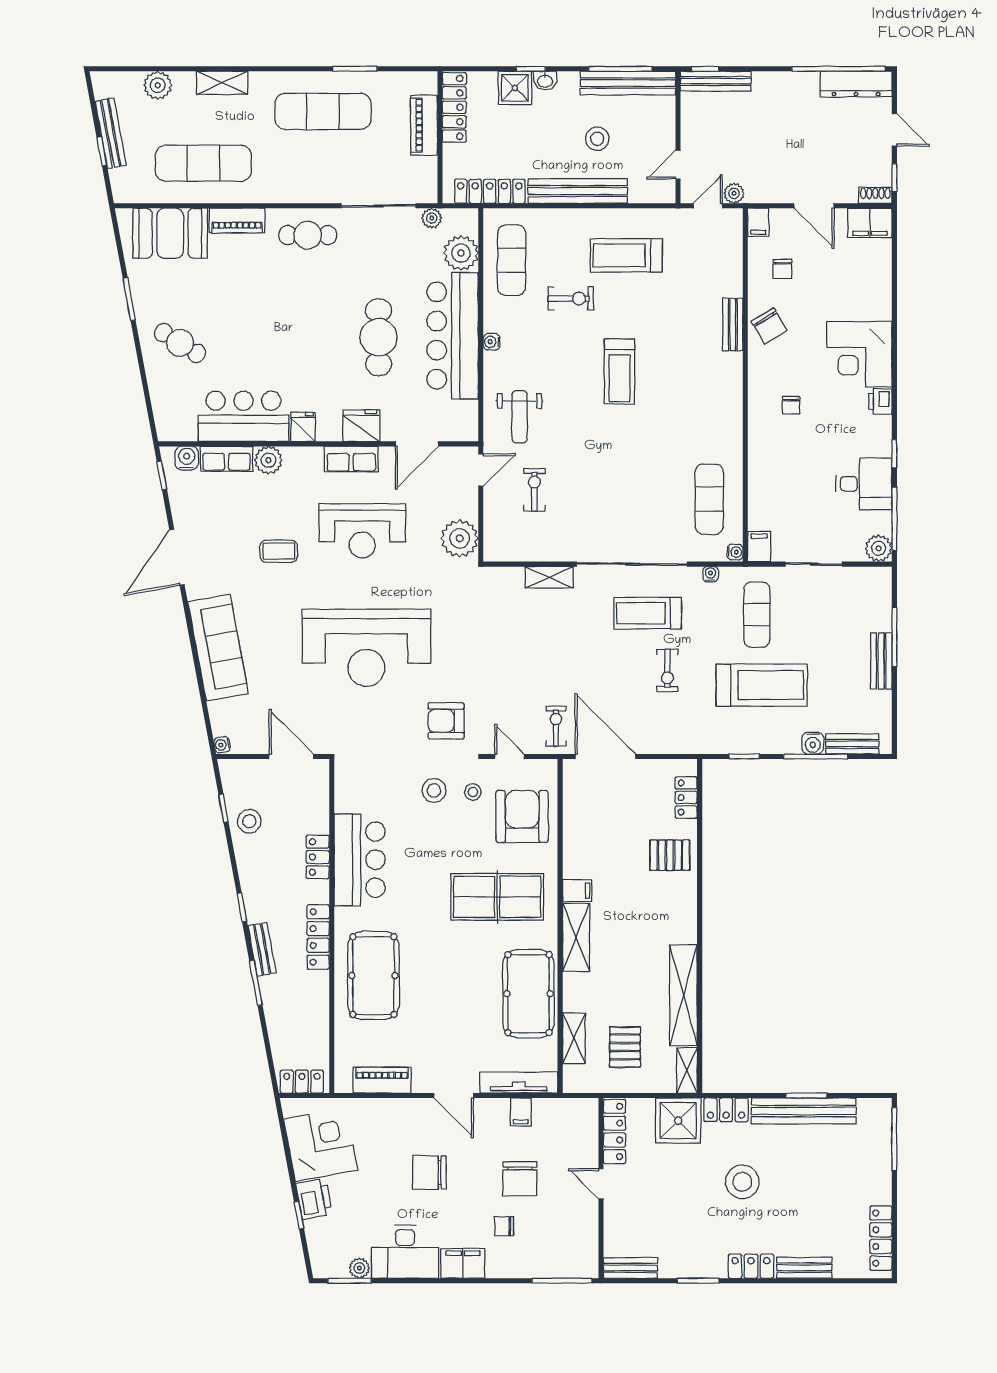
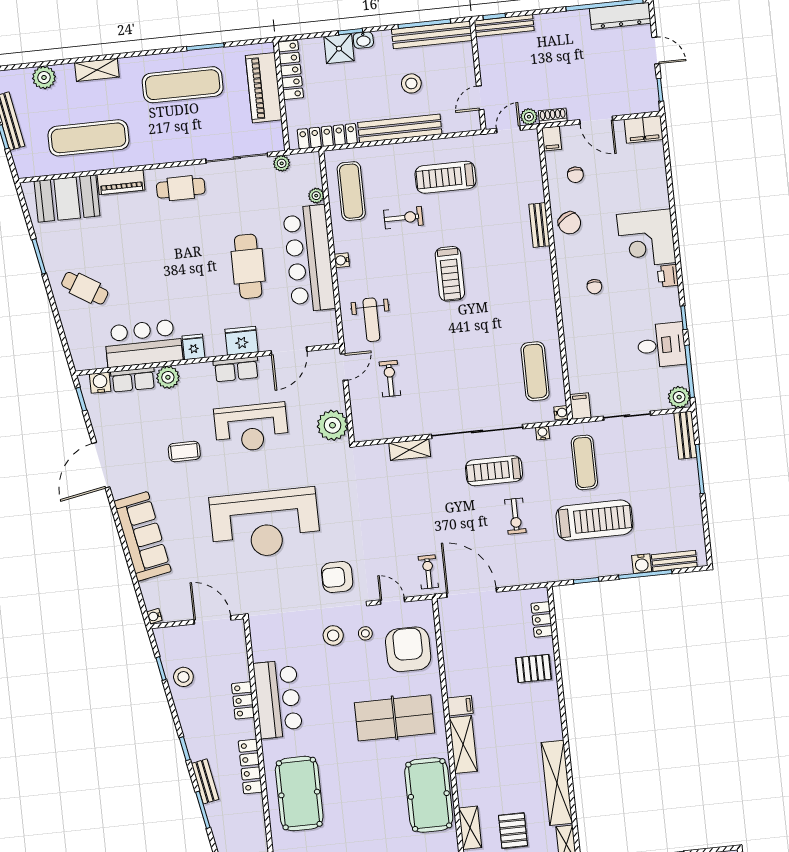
piano: (424, 125) -> (264, 88), width x1.37, depth x1.33
shoe rack: (875, 195) -> (553, 116), moved
plant: (461, 253) -> (316, 196), width x0.53, depth x0.53
bench: (881, 661) -> (685, 435), moved

